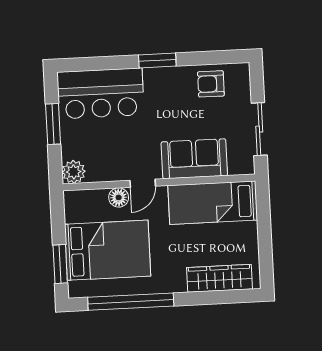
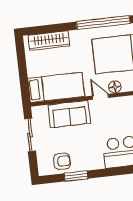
window: (157, 60) -> (76, 176), moved
door: (143, 183) -> (100, 97), hinge flipped

